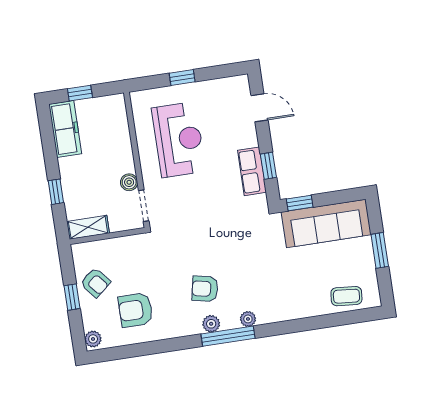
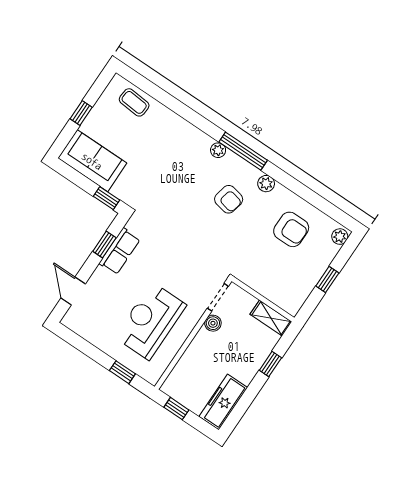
window: (182, 78) -> (122, 372), moved
window: (80, 93) -> (176, 409), moved
sofa: (326, 223) -> (92, 161), width x0.73
window: (380, 250) -> (81, 113), width x0.67
armchair: (95, 283) -> (302, 275), removed
plant: (211, 324) -> (266, 184), moved

